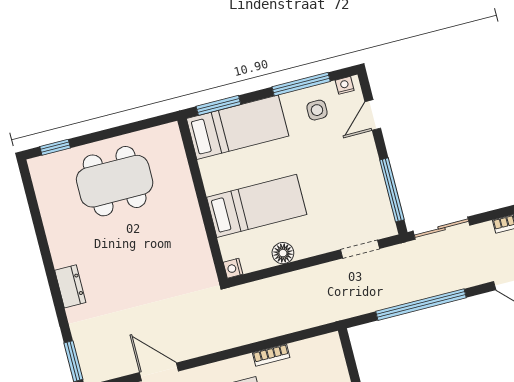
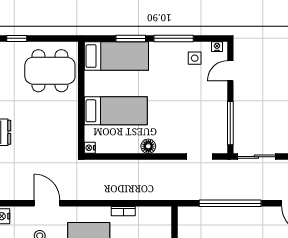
window: (301, 84) -> (174, 38), moved
bed: (238, 127) -> (116, 56), moved
wall: (202, 200) -> (81, 98), moved
bed: (257, 206) -> (116, 111), moved
nightstand: (233, 268) -> (90, 148), moved

